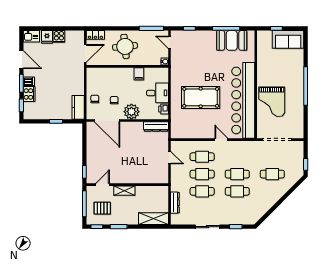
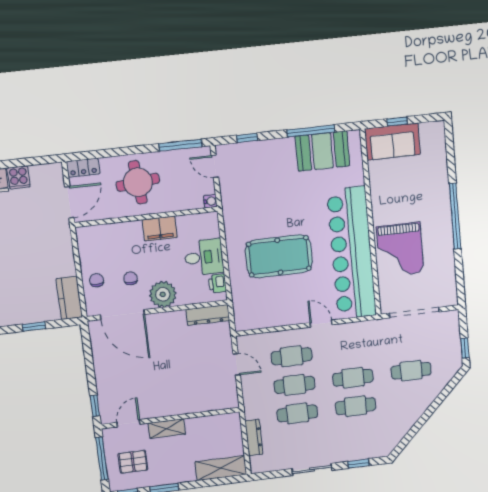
sofa: (288, 39) -> (392, 142), moved
filing cabinet: (139, 74) -> (160, 229), width x2.00

